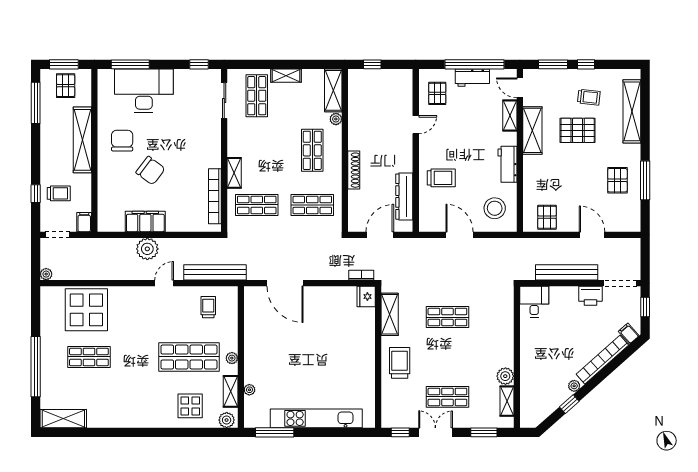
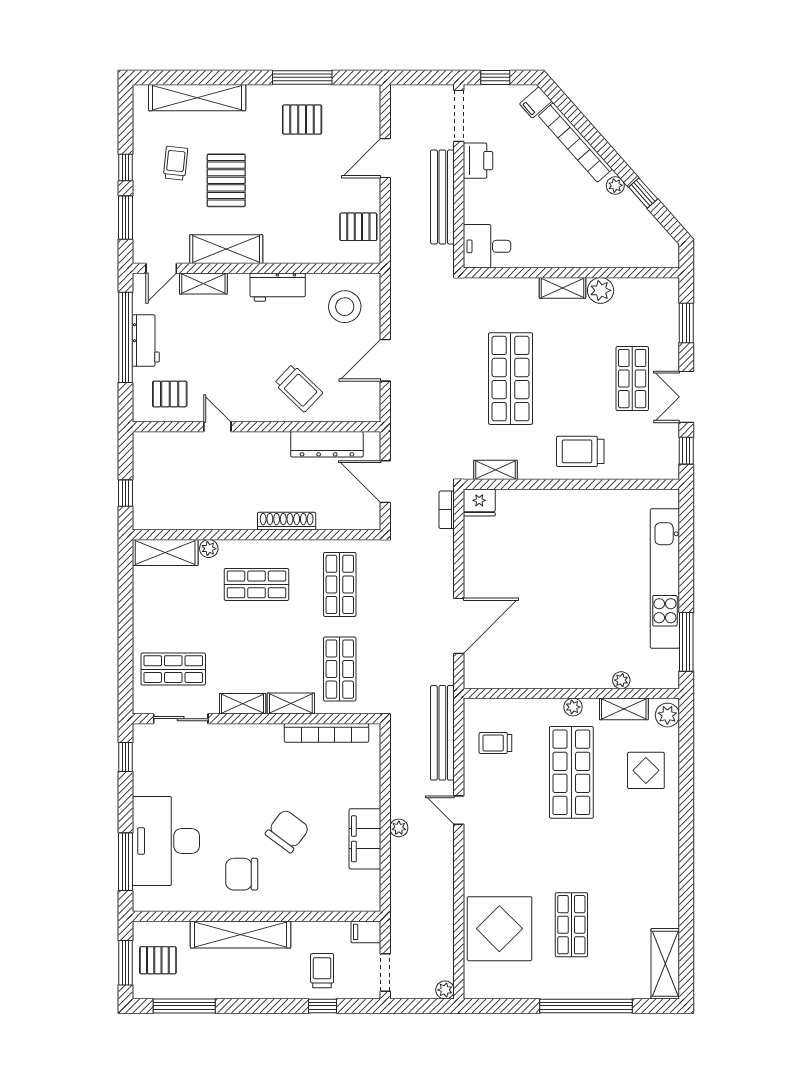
shelving: (286, 76) -> (243, 704), moved, turned 90
trolley: (441, 178) -> (298, 388), turned 134
plant: (147, 249) -> (399, 828), width x0.53, depth x0.53
shelving: (390, 314) -> (496, 470), width x0.67, depth x0.75
shop shelf: (447, 317) -> (511, 379), width x1.43, depth x1.36
shelving: (507, 401) -> (563, 288), moved

